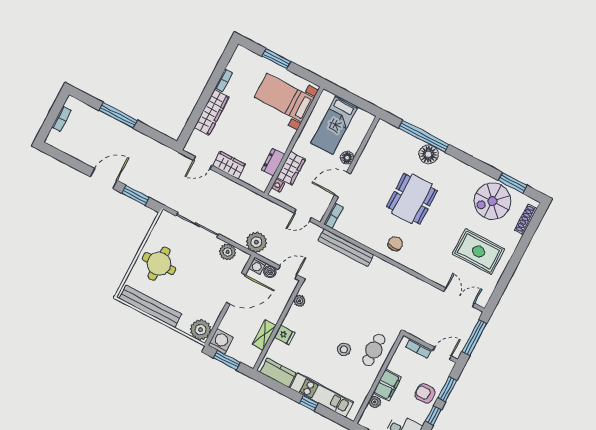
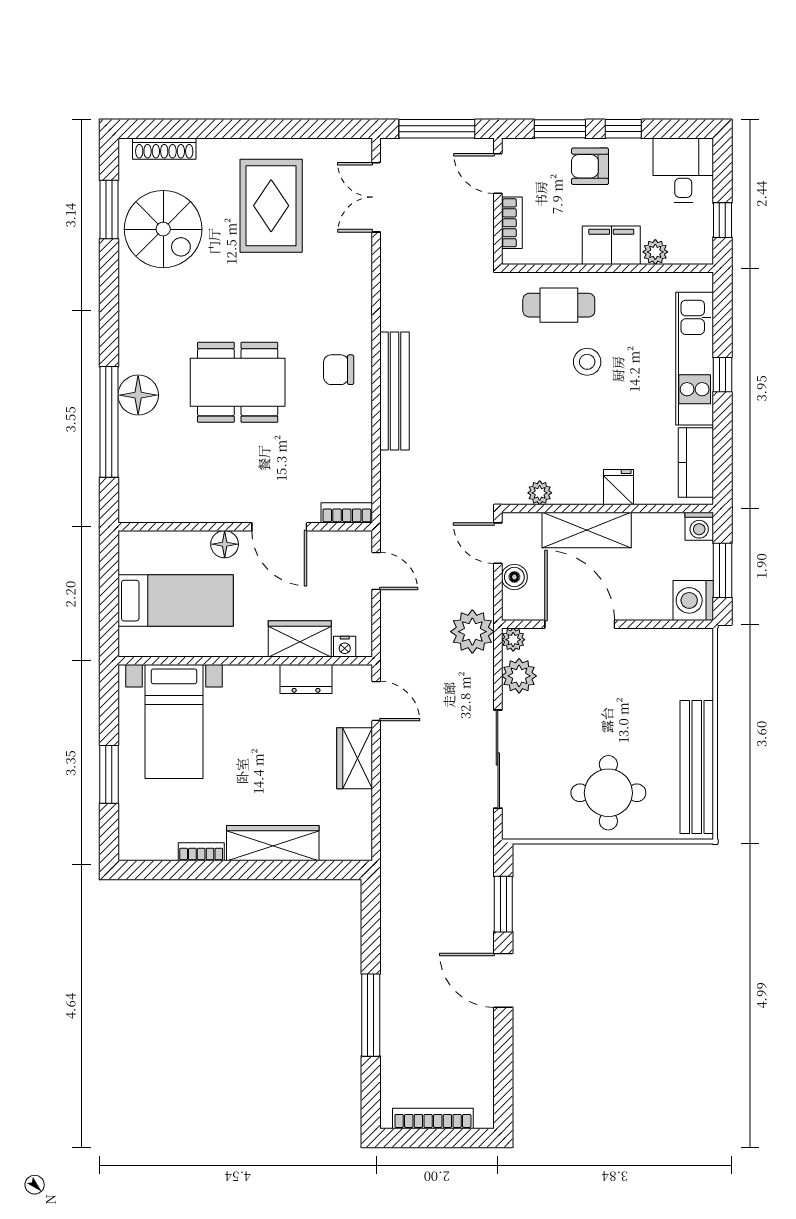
bookcase: (61, 119) -> (433, 1118), width x1.56
door: (203, 163) -> (376, 701), moved
bench: (346, 248) -> (395, 391), moved
washing machine: (257, 266) -> (699, 526), moved, turned 90
plant: (201, 330) -> (513, 640), moved, width x0.53, depth x0.53
shelving: (264, 335) -> (587, 530), moved, width x1.50, depth x1.33
armchair: (425, 393) -> (590, 166), turned 90

